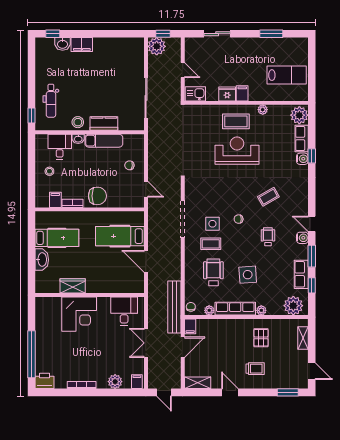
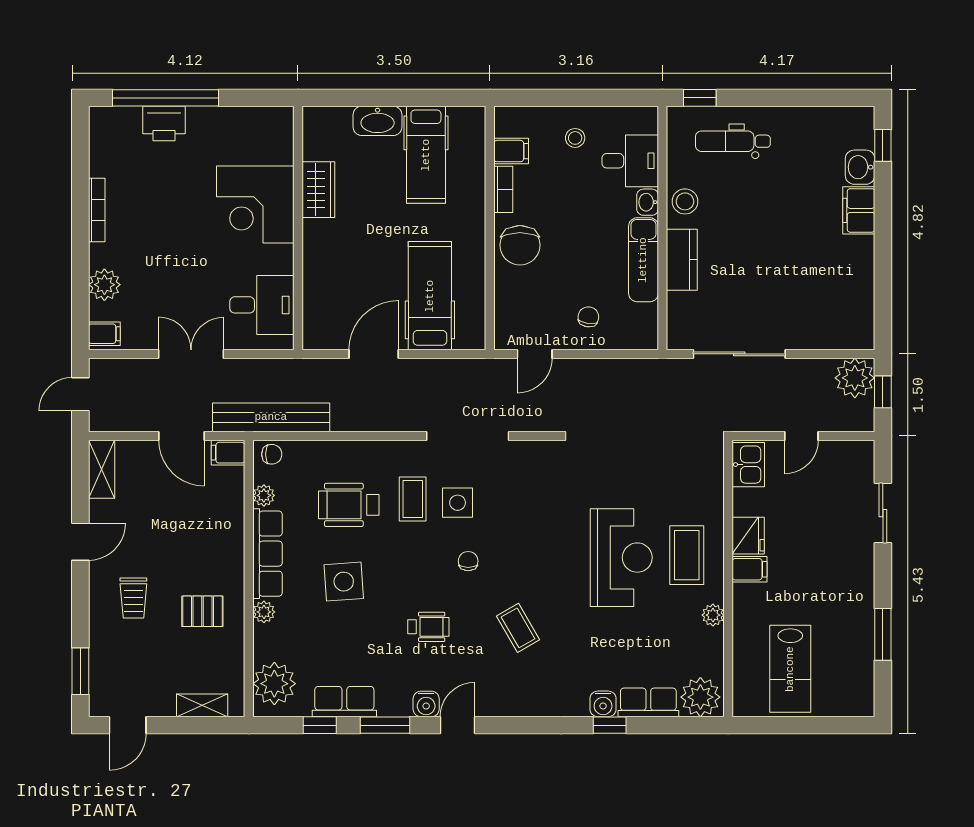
wheelchair: (213, 272) -> (349, 505), turned 180
printer: (45, 381) -> (164, 123), moved, turned 90

